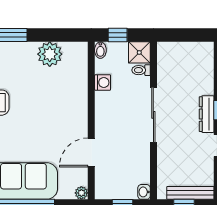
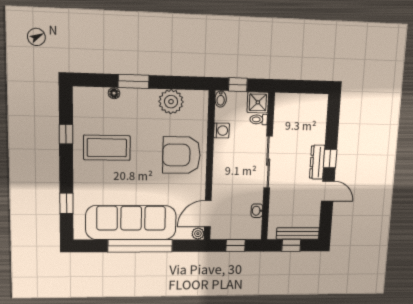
armchair: (62, 109) -> (182, 155), added
door: (91, 152) -> (208, 214), moved
washbasin: (144, 192) -> (257, 211), moved

